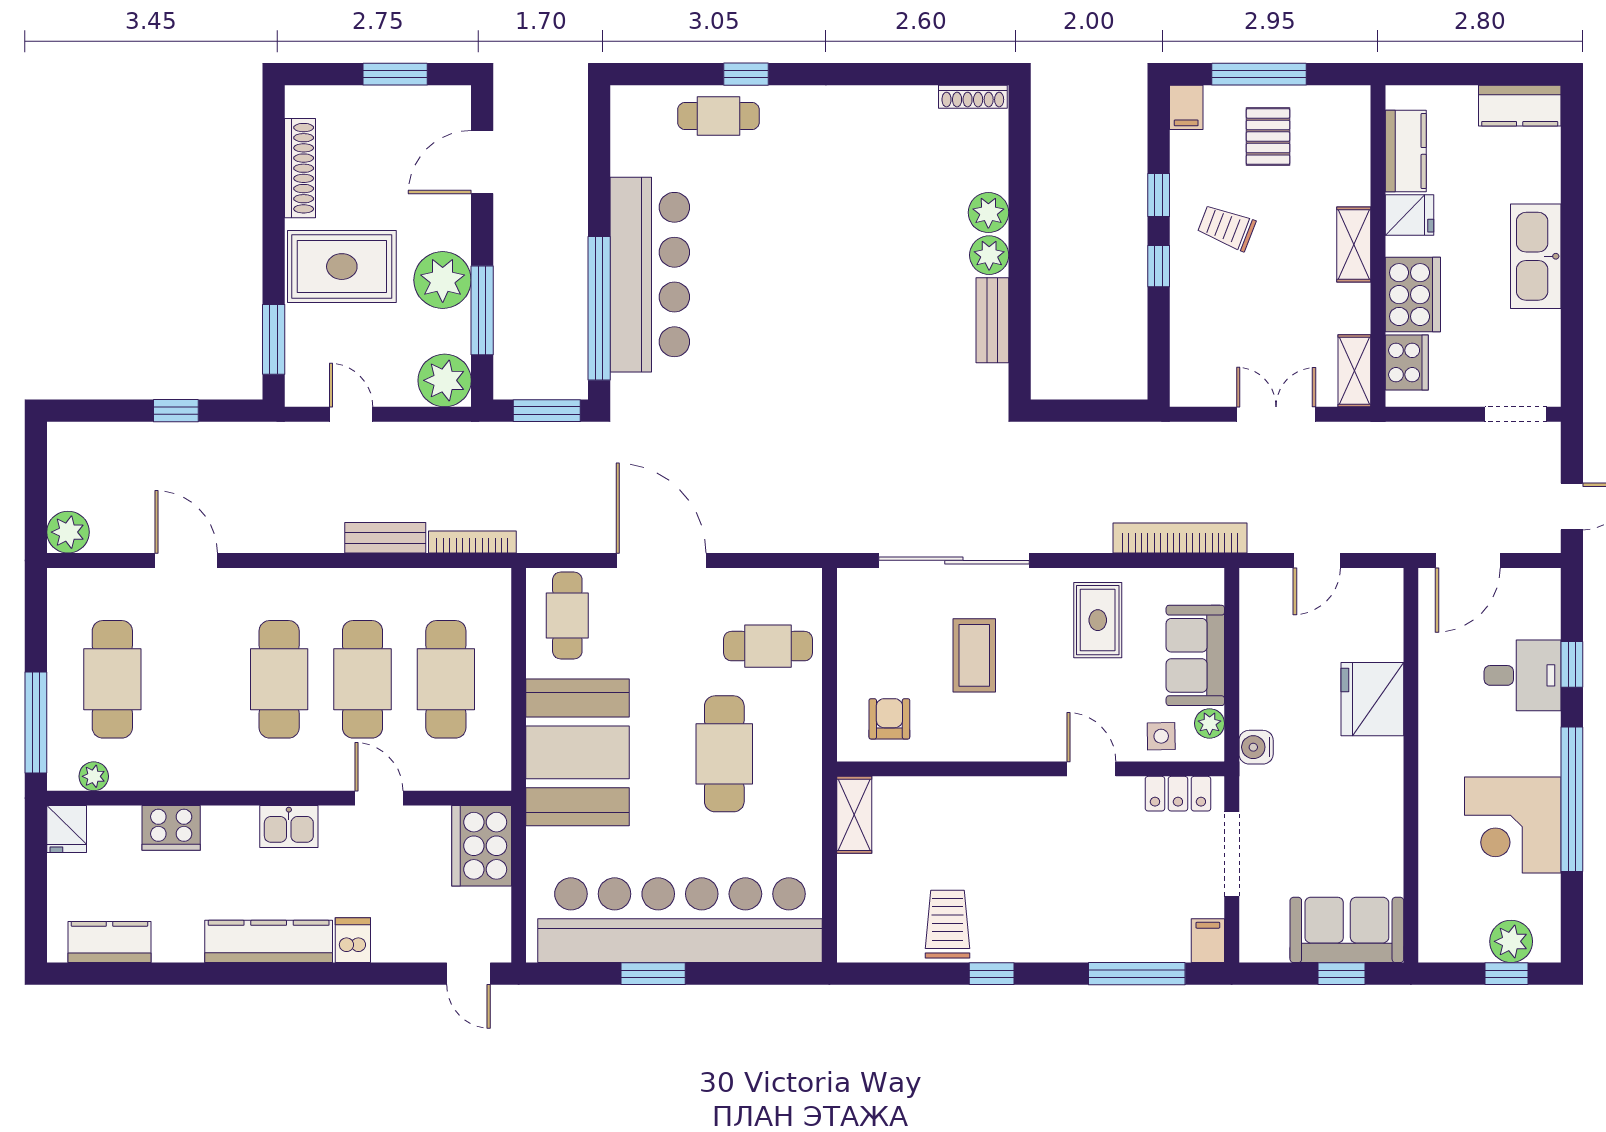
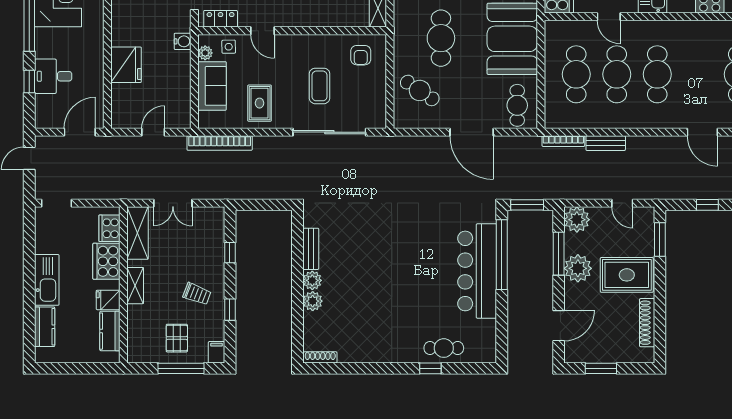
kitchen counter: (1520, 106) -> (45, 327), moved, turned 90
window: (1159, 266) -> (230, 253), moved
shelving: (1354, 371) -> (137, 233), width x1.50, depth x1.33
cafe table: (768, 646) -> (420, 90), turned 34

